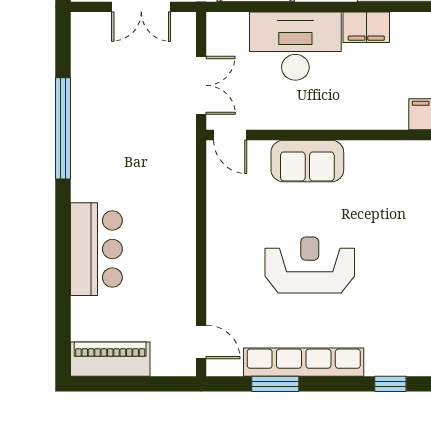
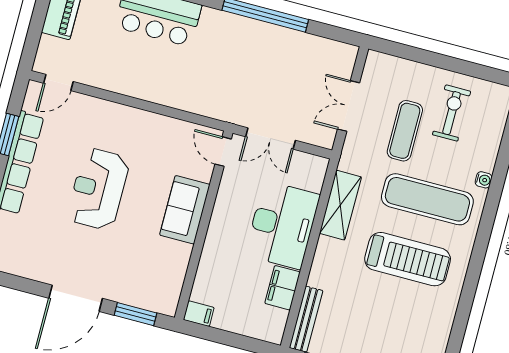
door: (230, 135) -> (223, 152), hinge flipped
reception desk: (310, 265) -> (98, 189), turned 180

